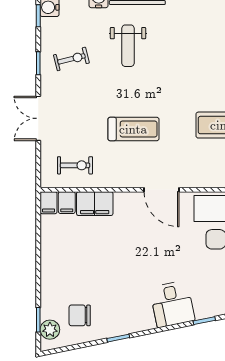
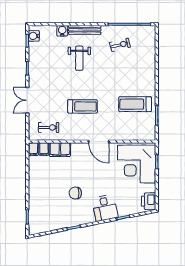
exercise bike: (71, 59) -> (120, 45), moved
chair: (80, 315) -> (75, 193), moved
plant: (50, 330) -> (34, 223), removed

